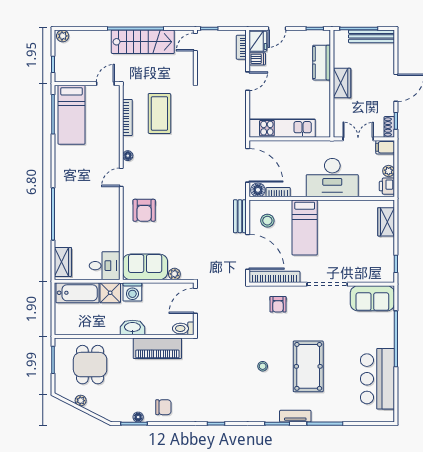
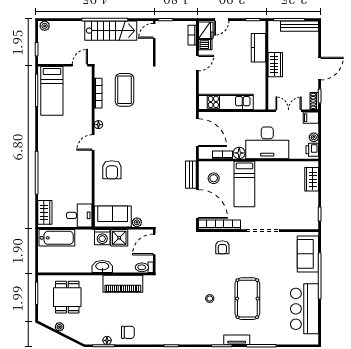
floor lamp: (258, 190) -> (239, 153), moved
shower: (110, 293) -> (119, 238), moved
sofa: (372, 298) -> (308, 254), moved, turned 90

